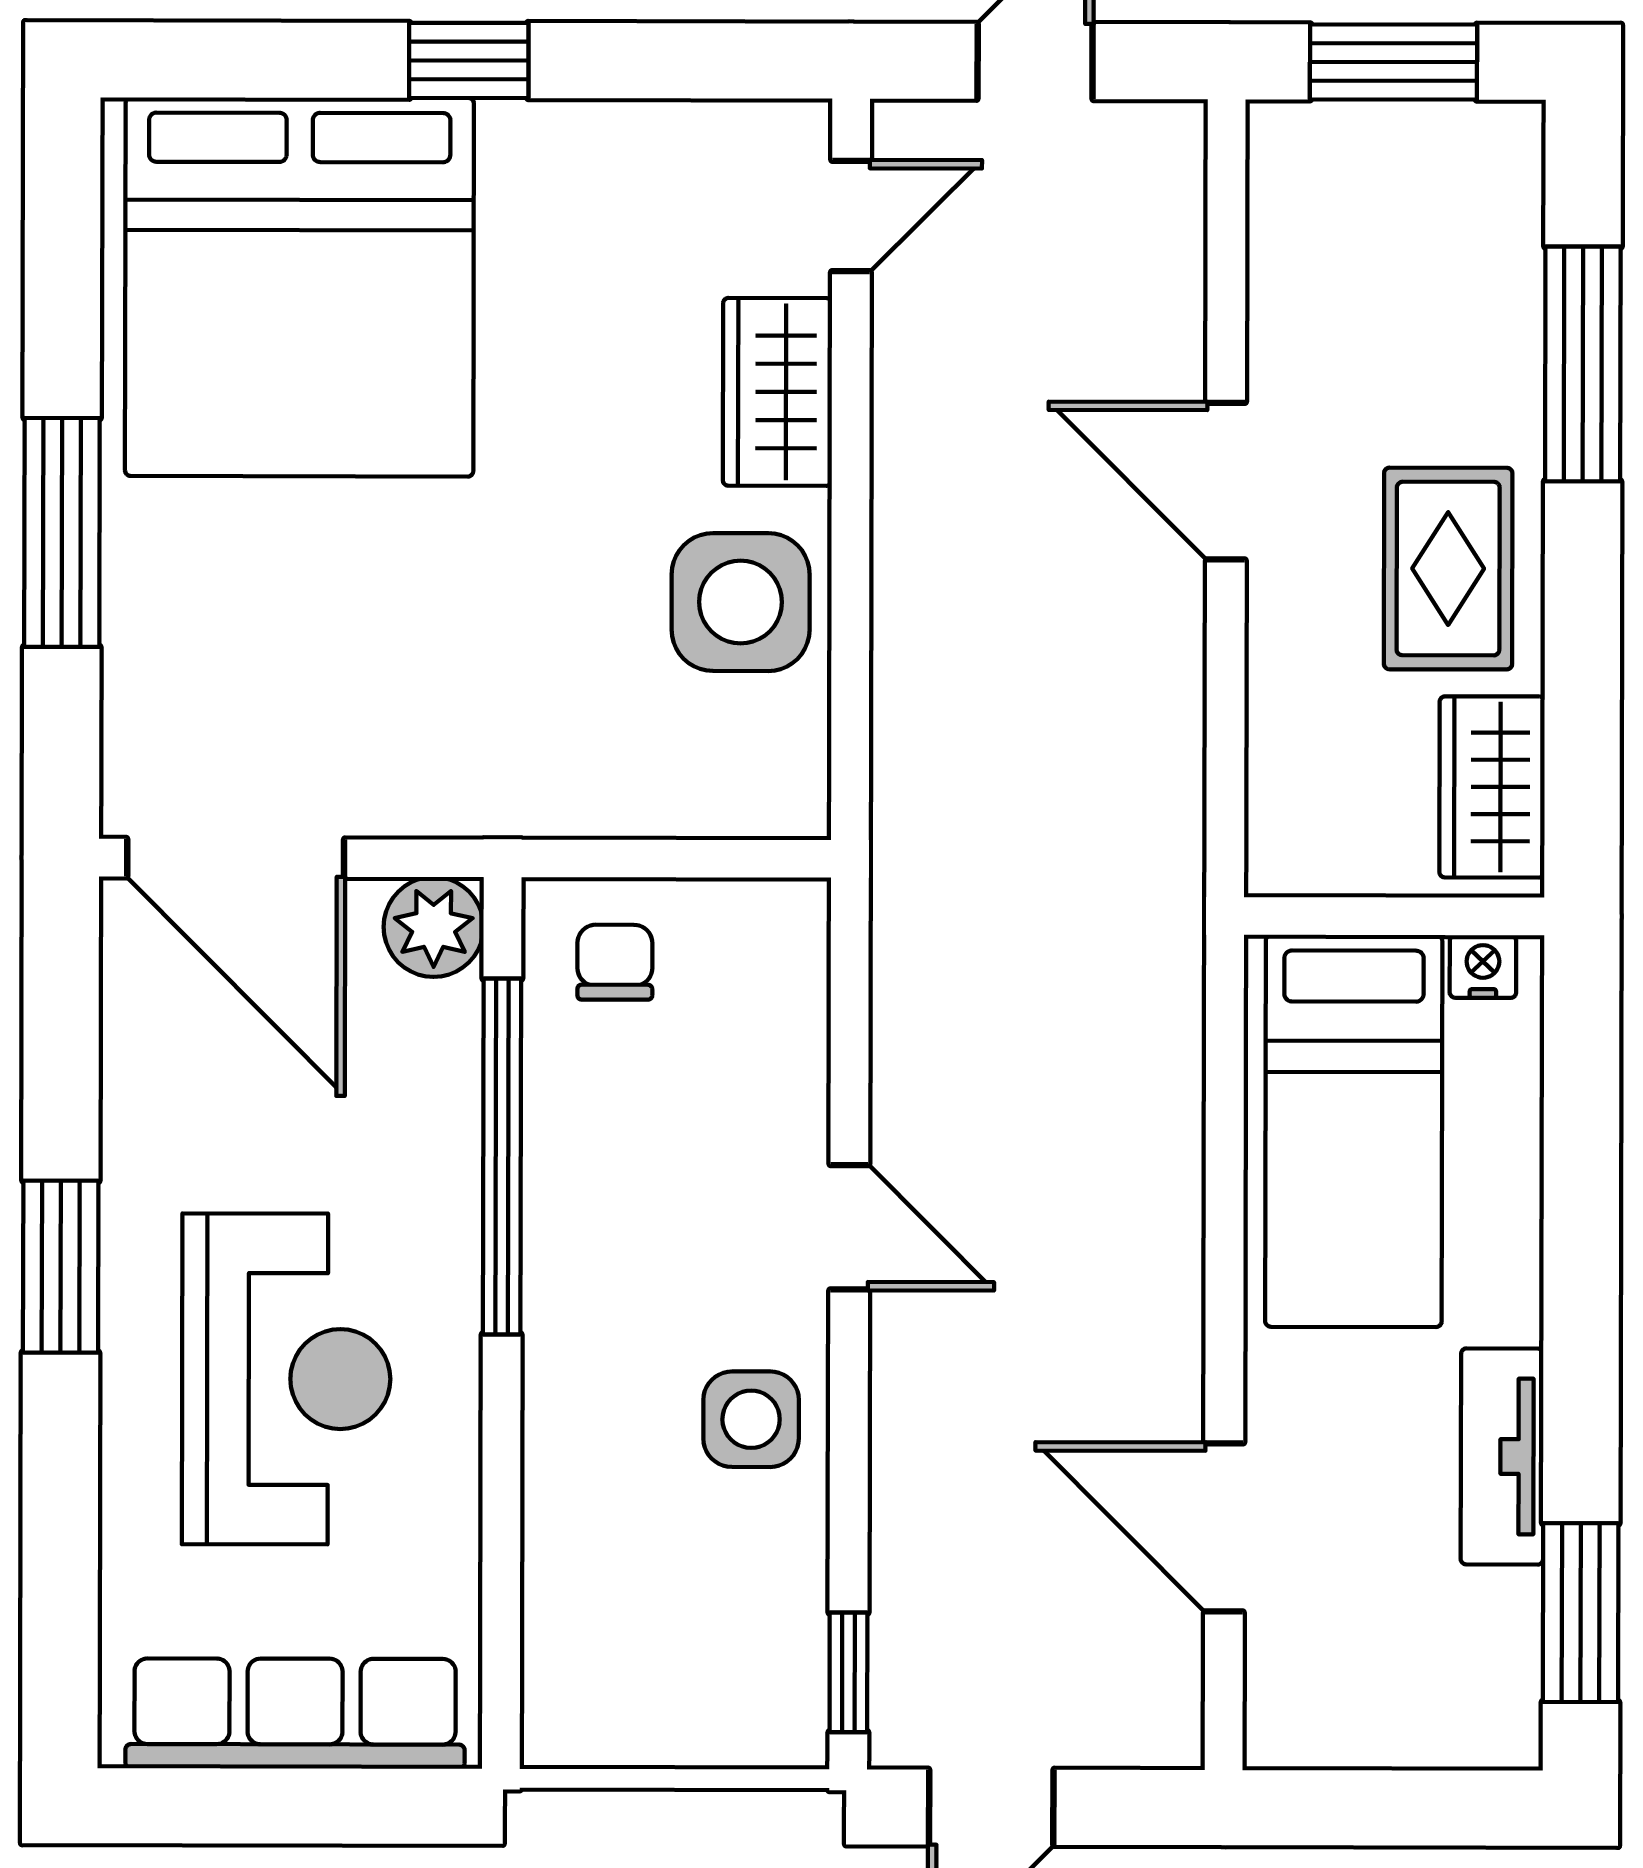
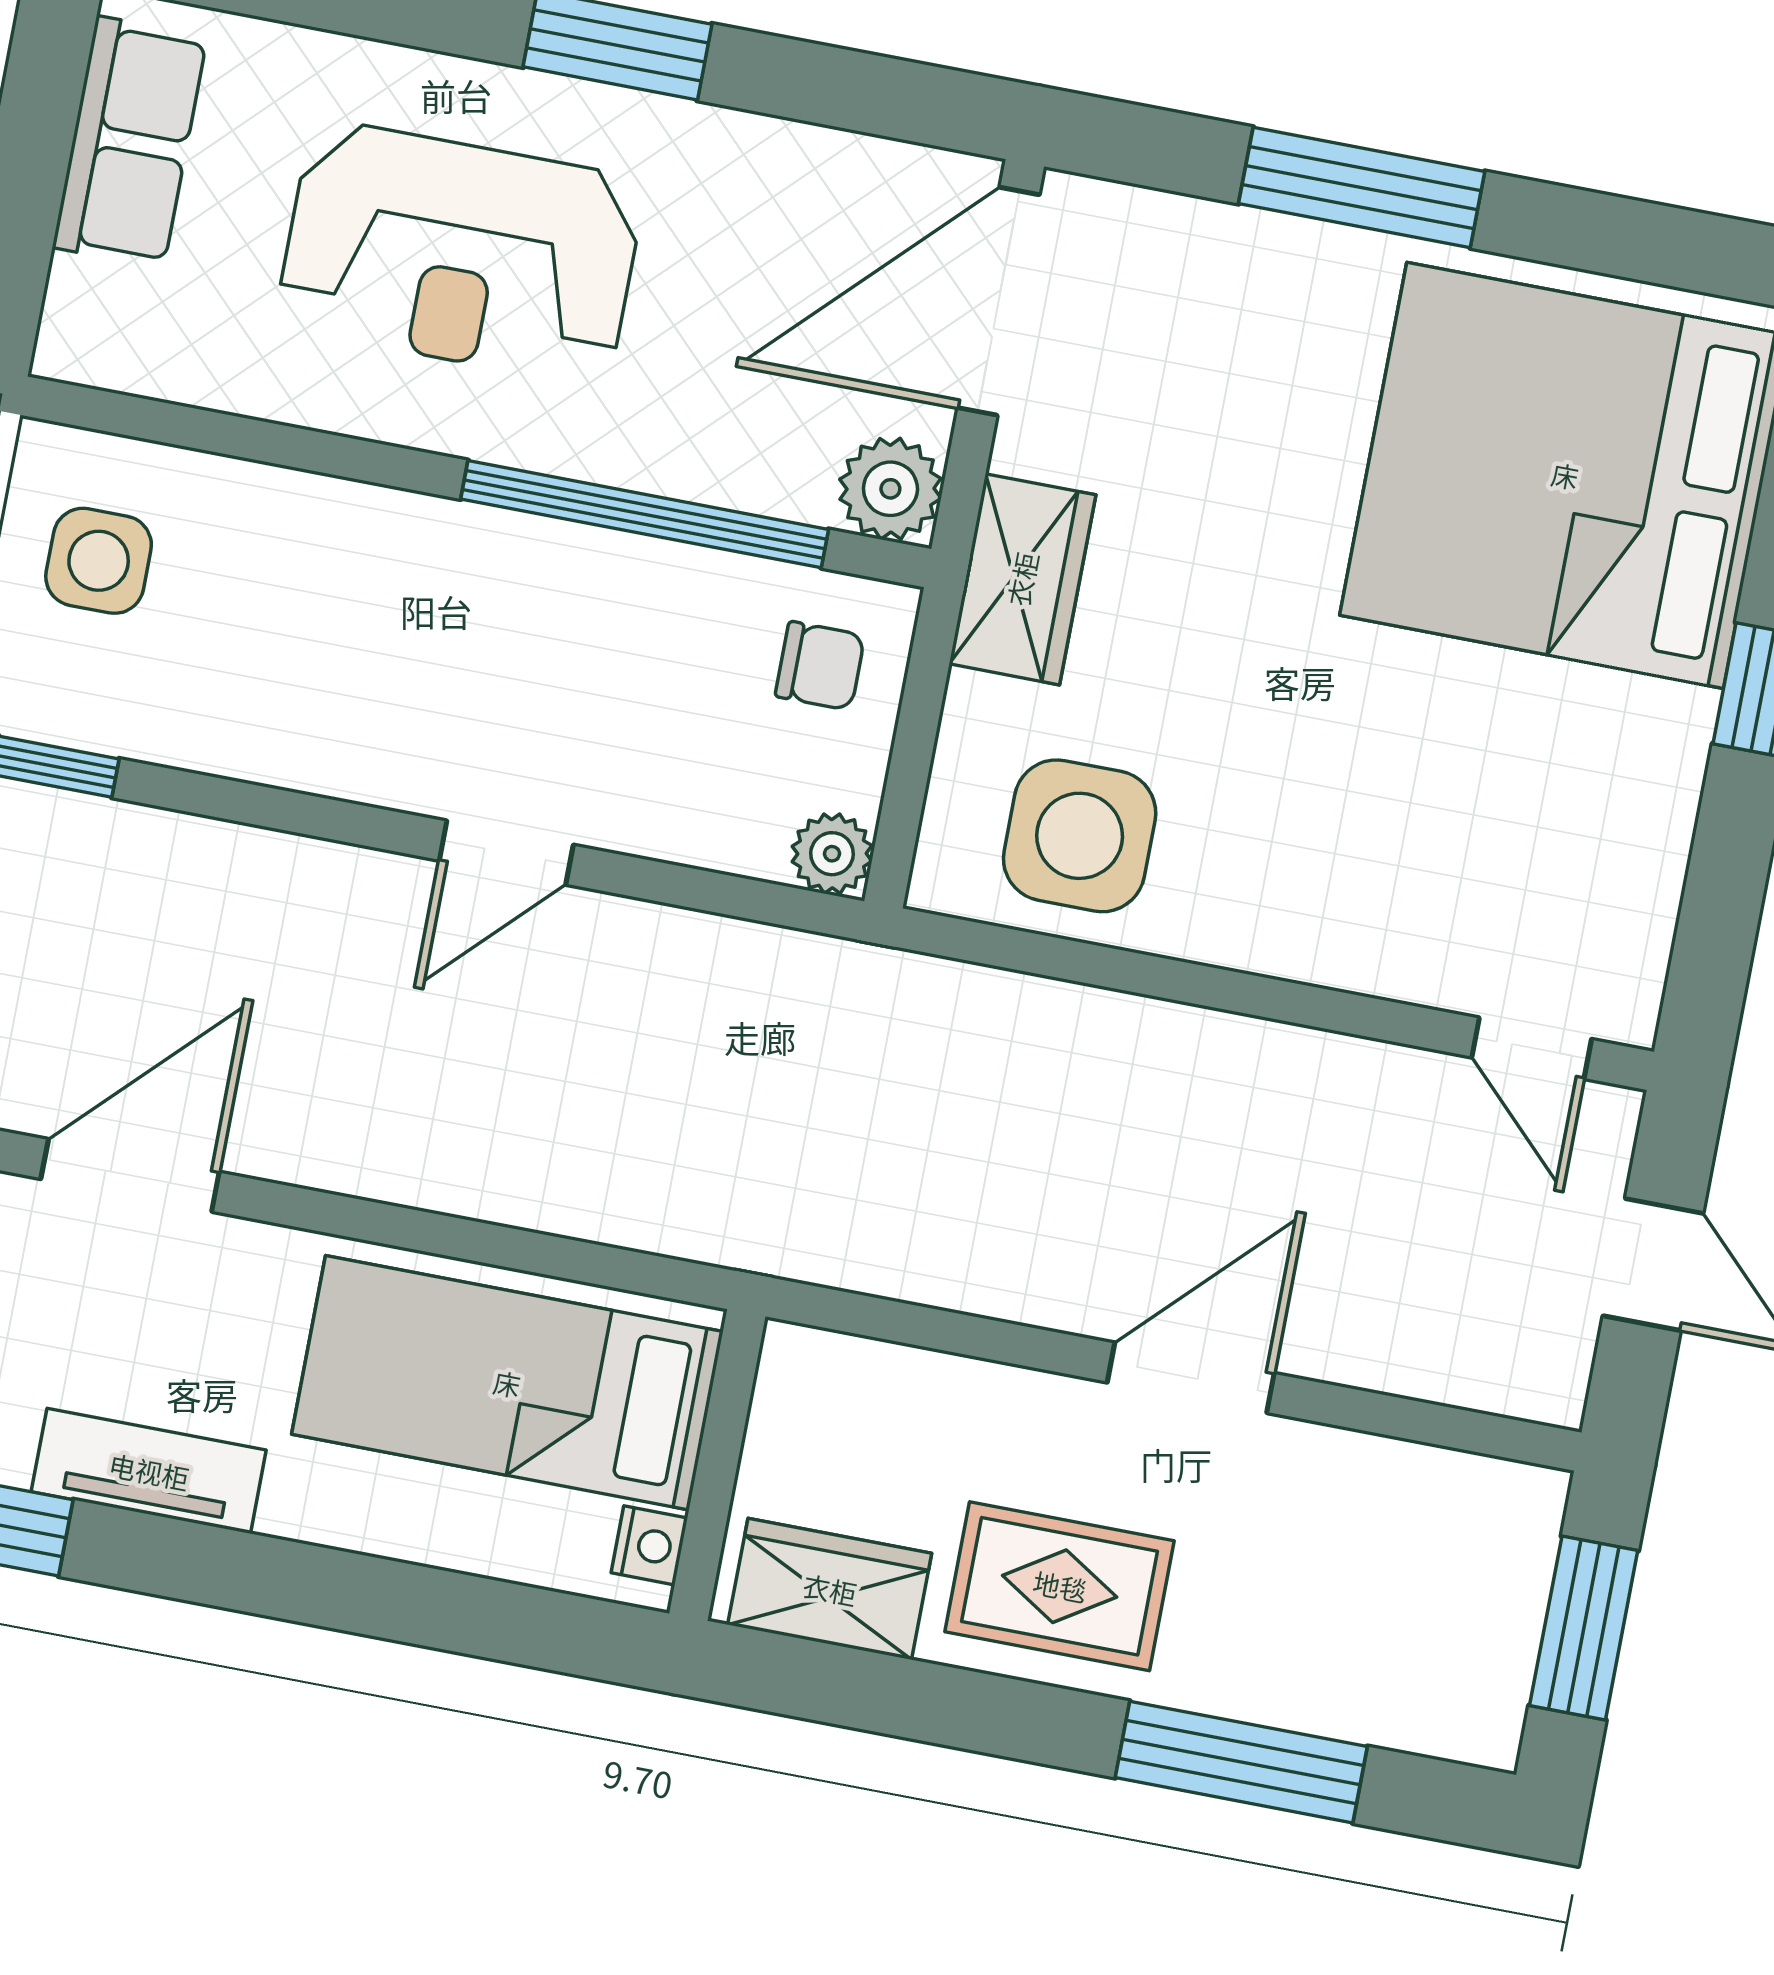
wardrobe: (777, 392) -> (1022, 579), moved, turned 90
side table: (741, 602) -> (1080, 836), moved
plant: (792, 917) -> (832, 854), added
side table: (751, 1419) -> (99, 561), moved
row of seats: (295, 1714) -> (130, 142), width x0.68

